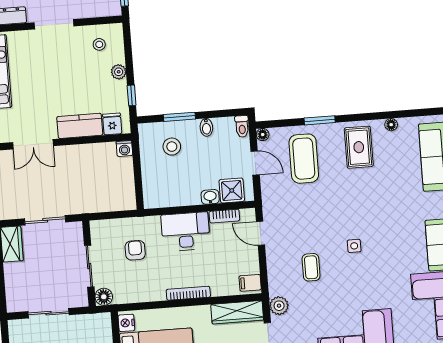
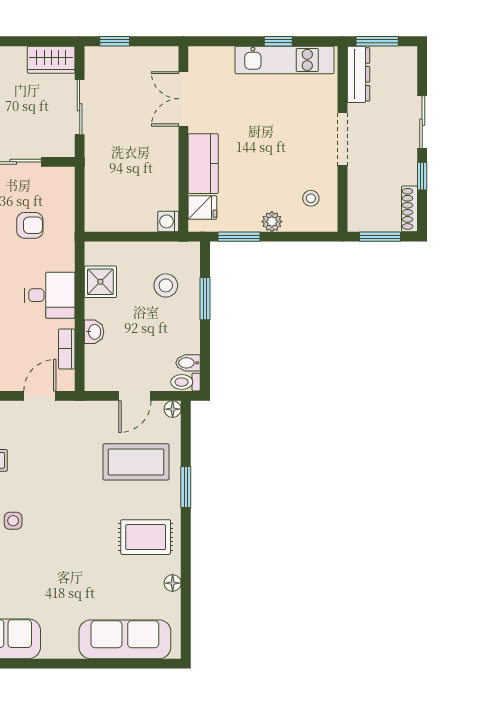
window: (132, 95) -> (239, 237), width x1.50
bidet: (206, 127) -> (188, 363), moved
shower: (232, 190) -> (100, 282), moved
desk: (186, 232) -> (50, 295), width x0.73

